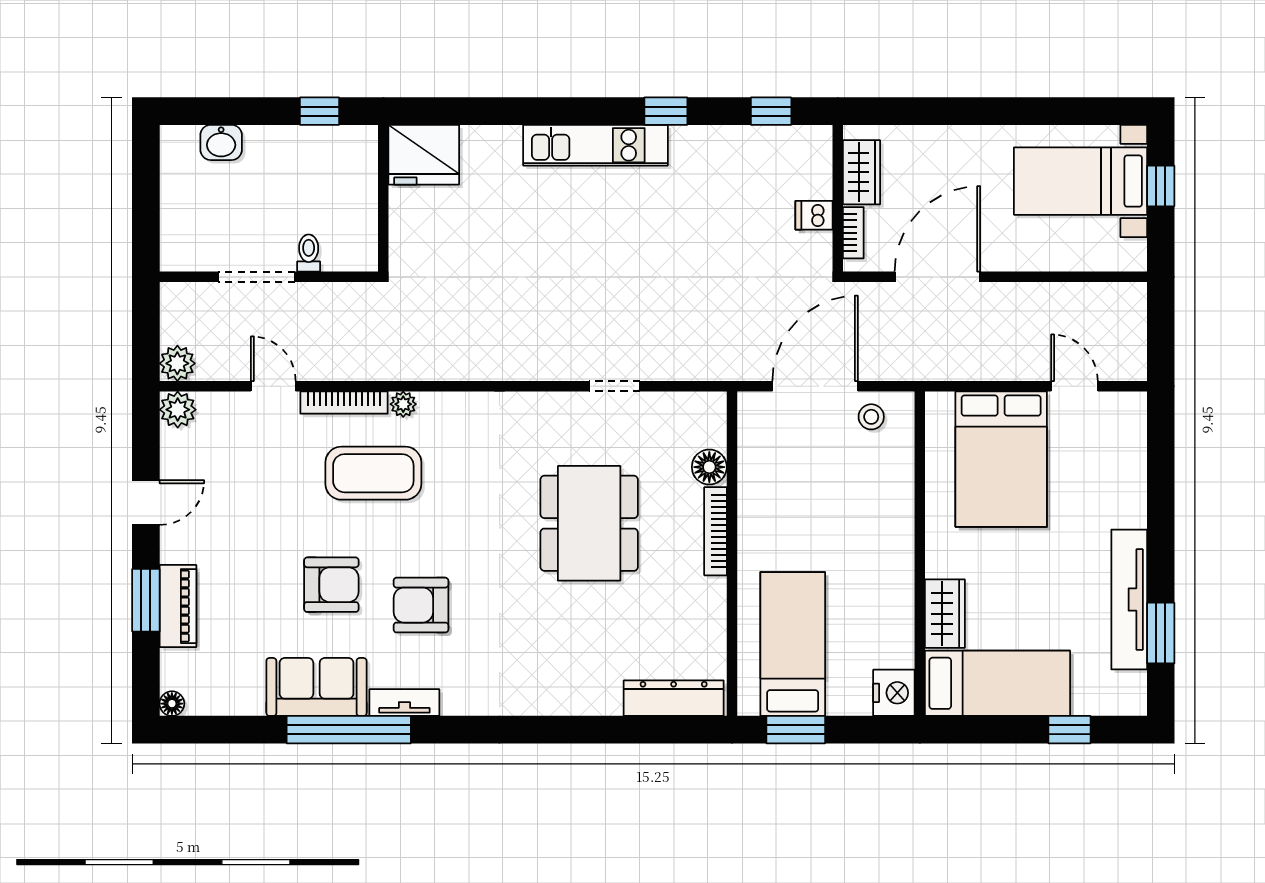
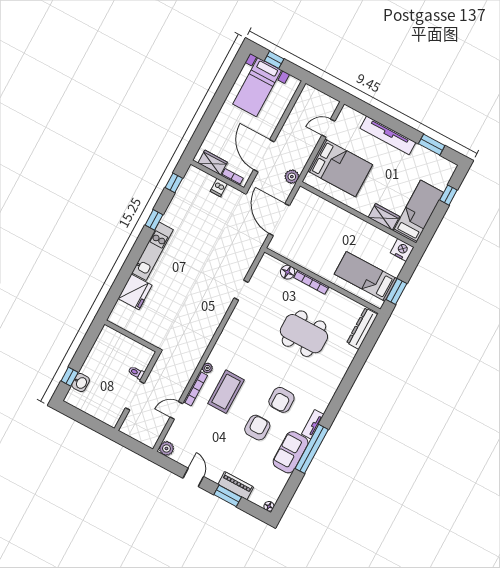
window: (319, 111) -> (70, 377), moved
fridge: (424, 155) -> (135, 292), moved
plant: (177, 363) -> (292, 177), moved
stool: (871, 417) -> (301, 206), removed
dining table: (589, 523) -> (304, 334), moved
tv unit: (1129, 599) -> (388, 135), moved

